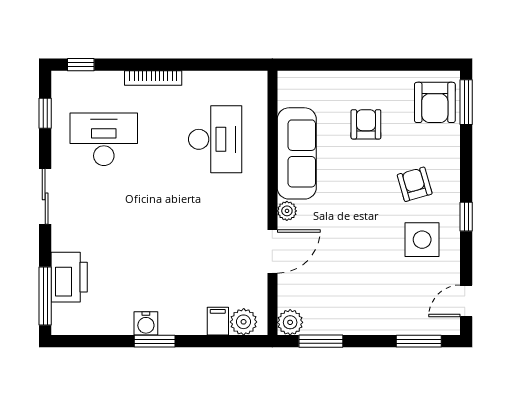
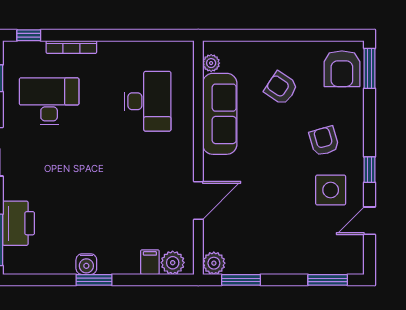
bookcase: (153, 78) -> (71, 47), moved
armchair: (366, 124) -> (281, 88), turned -56
plant: (287, 211) -> (211, 63), moved
door: (466, 301) -> (369, 221), moved

